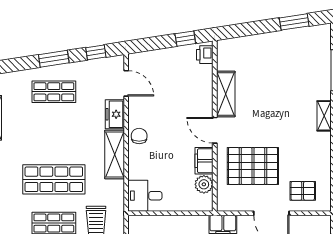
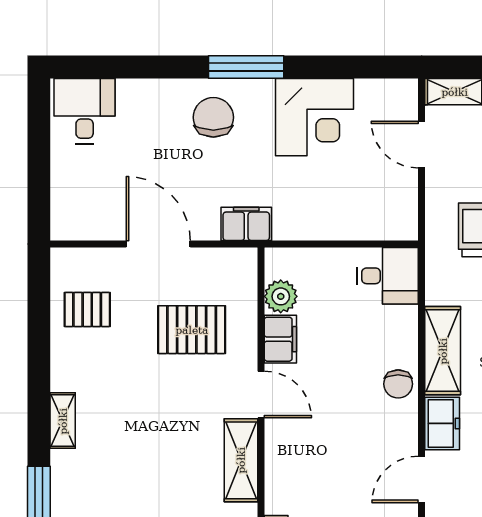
door: (126, 83) -> (422, 480), hinge flipped
pallet: (253, 166) -> (192, 330), width x0.73, depth x0.71
pallet: (303, 191) -> (87, 309), moved

